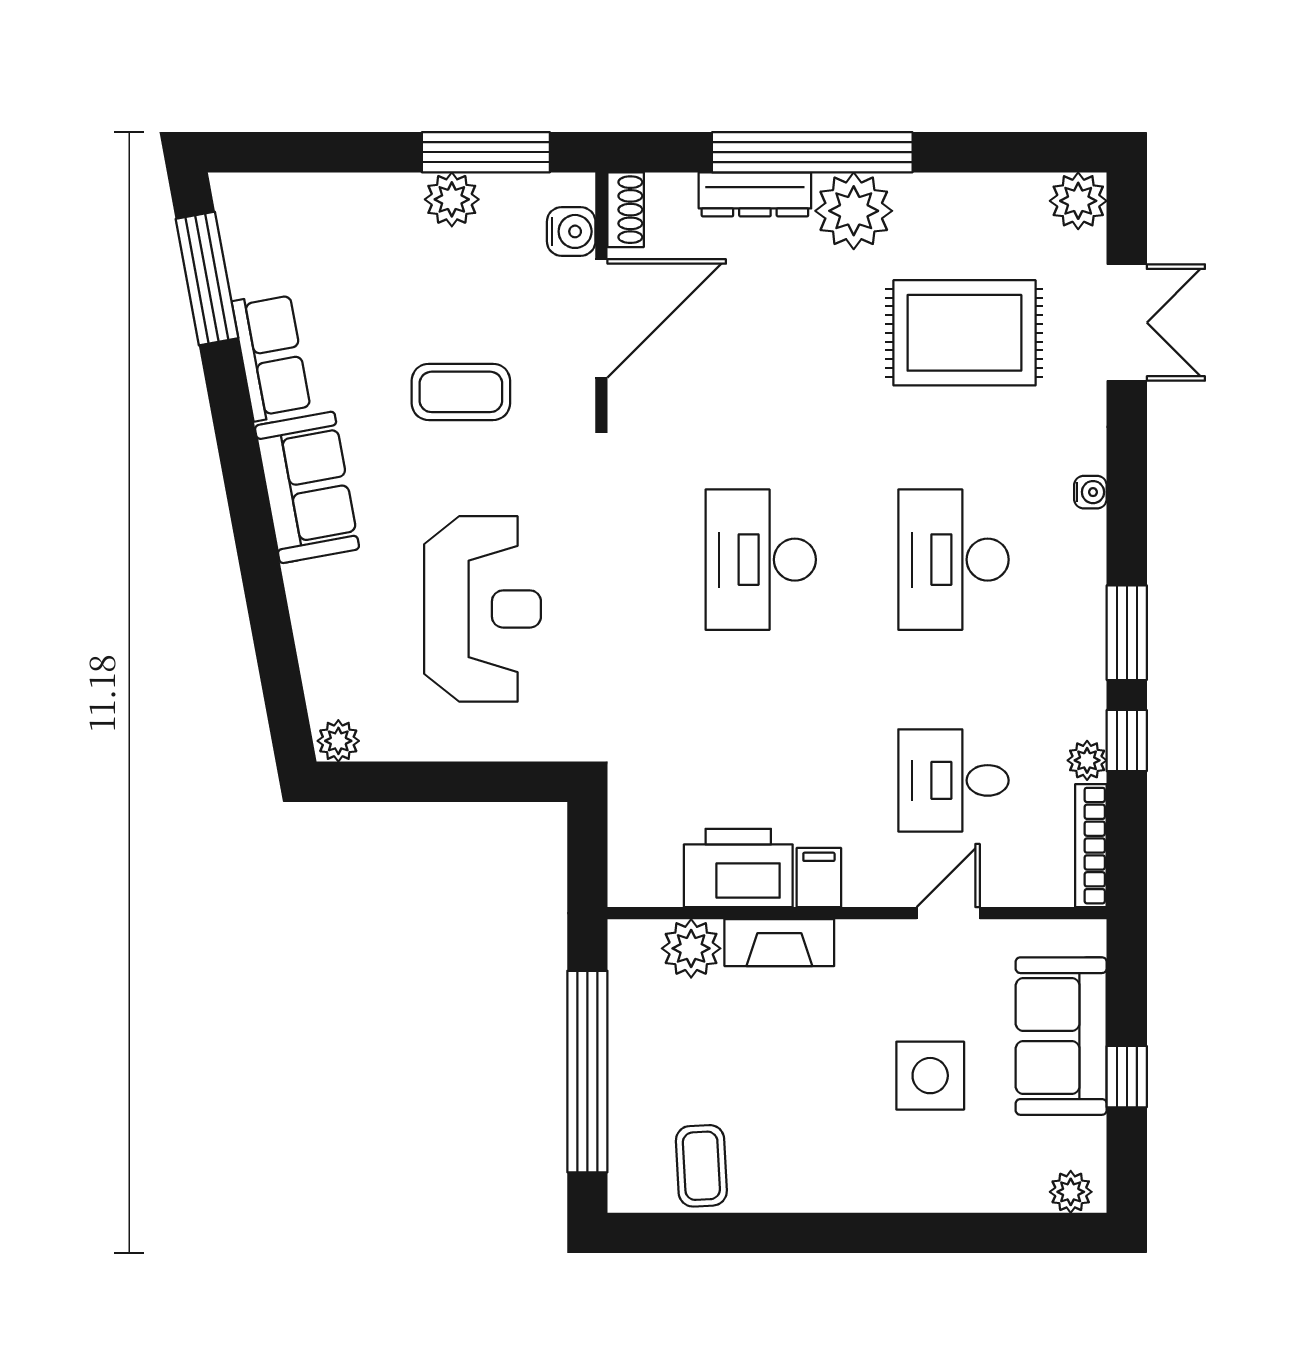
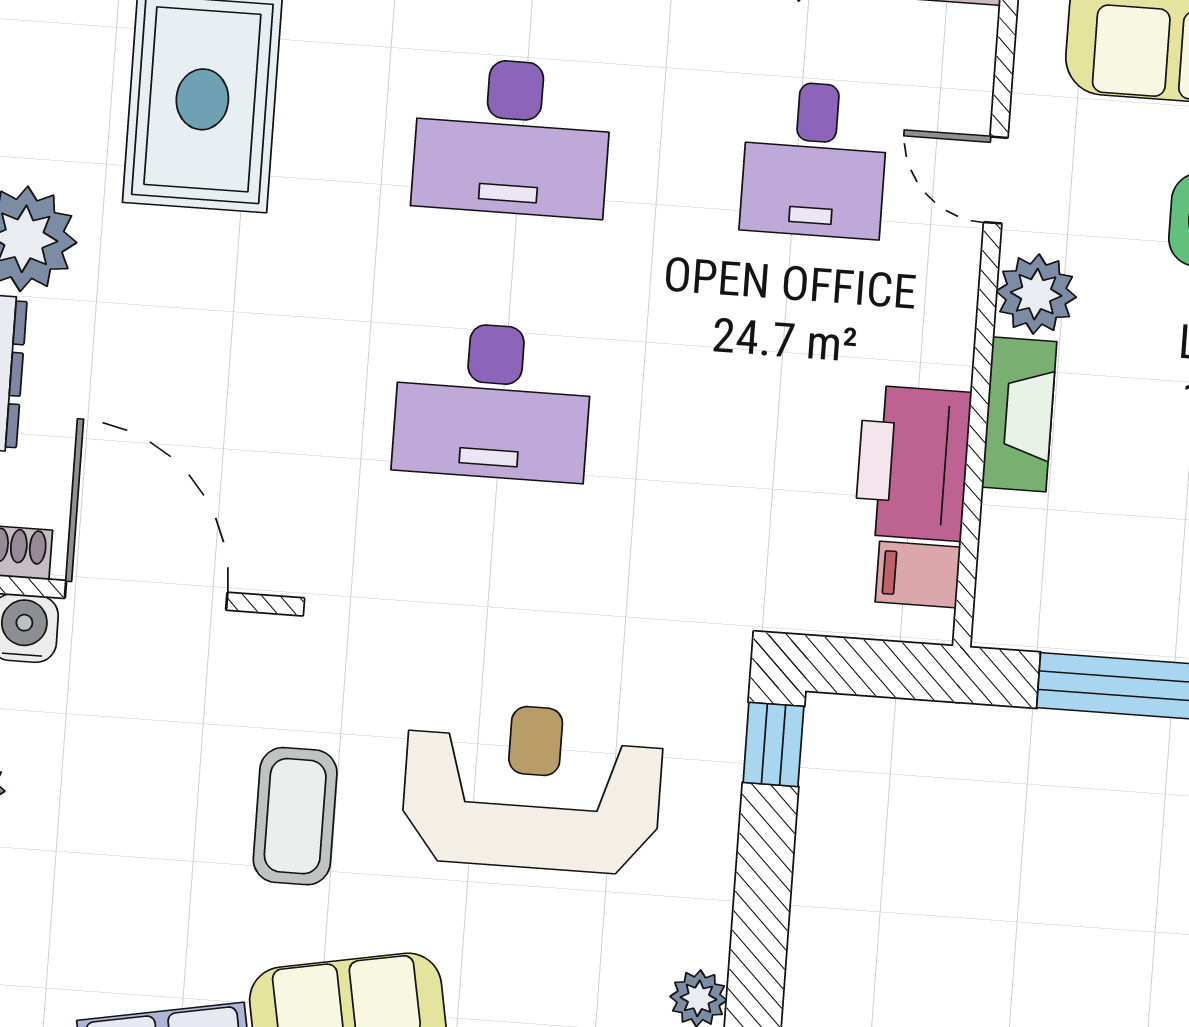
coffee table: (461, 392) -> (295, 816), moved
window: (527, 782) -> (773, 744), added
filing cabinet: (819, 878) -> (918, 575), moved
plant: (691, 948) -> (1036, 294), moved

